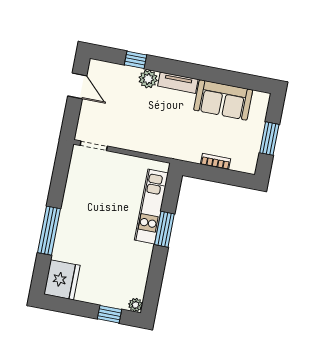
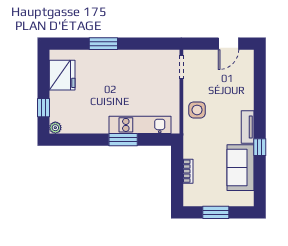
window: (135, 60) -> (260, 147), moved
plant: (148, 79) -> (246, 102), removed
side table: (147, 137) -> (197, 110), added
window: (49, 231) -> (103, 44), width x0.69
fridge: (62, 280) -> (62, 75), moved, turned -90

